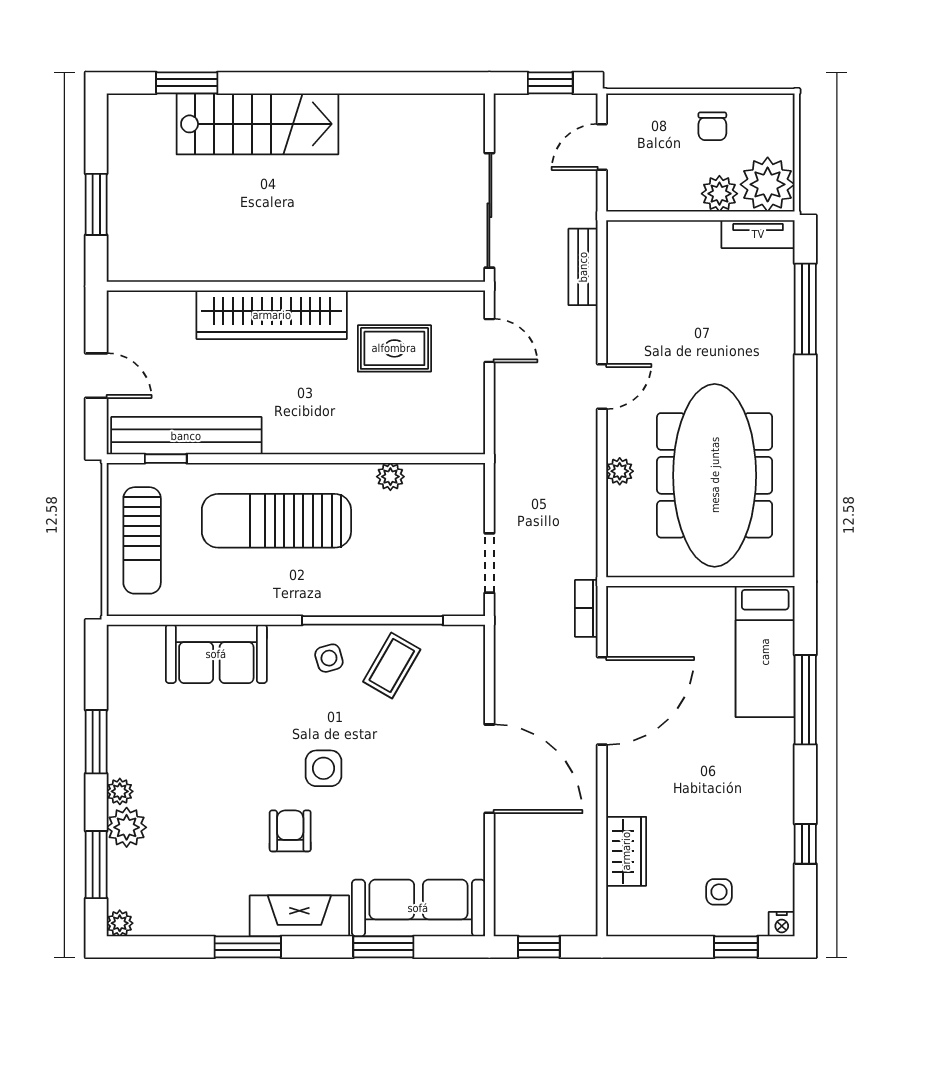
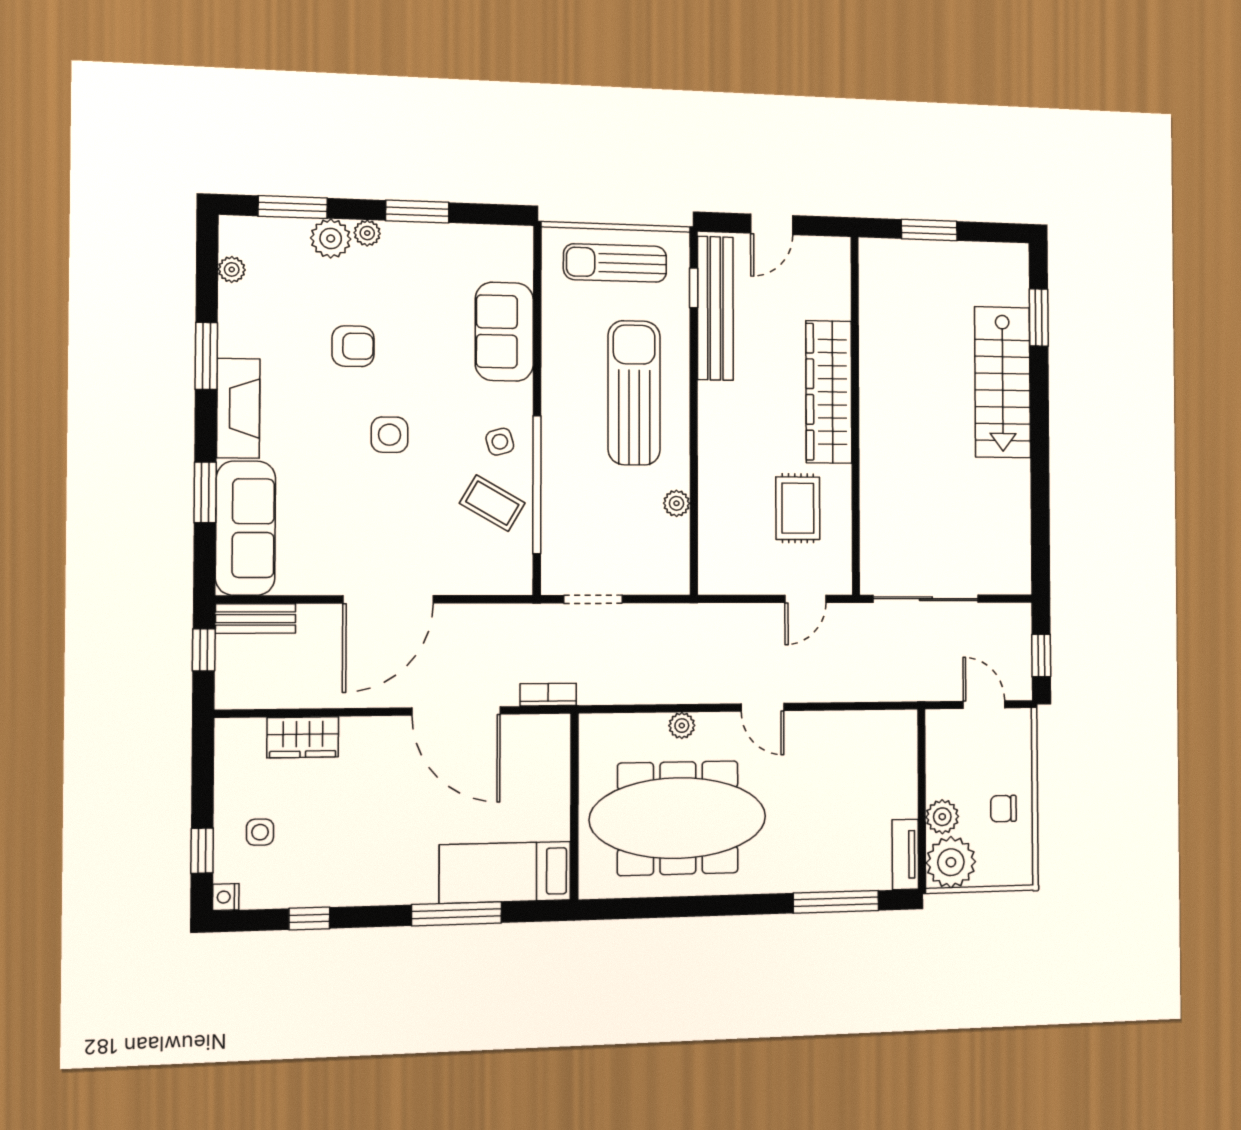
bench: (583, 267) -> (256, 619), moved
armchair: (290, 831) -> (353, 346), moved
plant: (120, 923) -> (232, 269), moved

